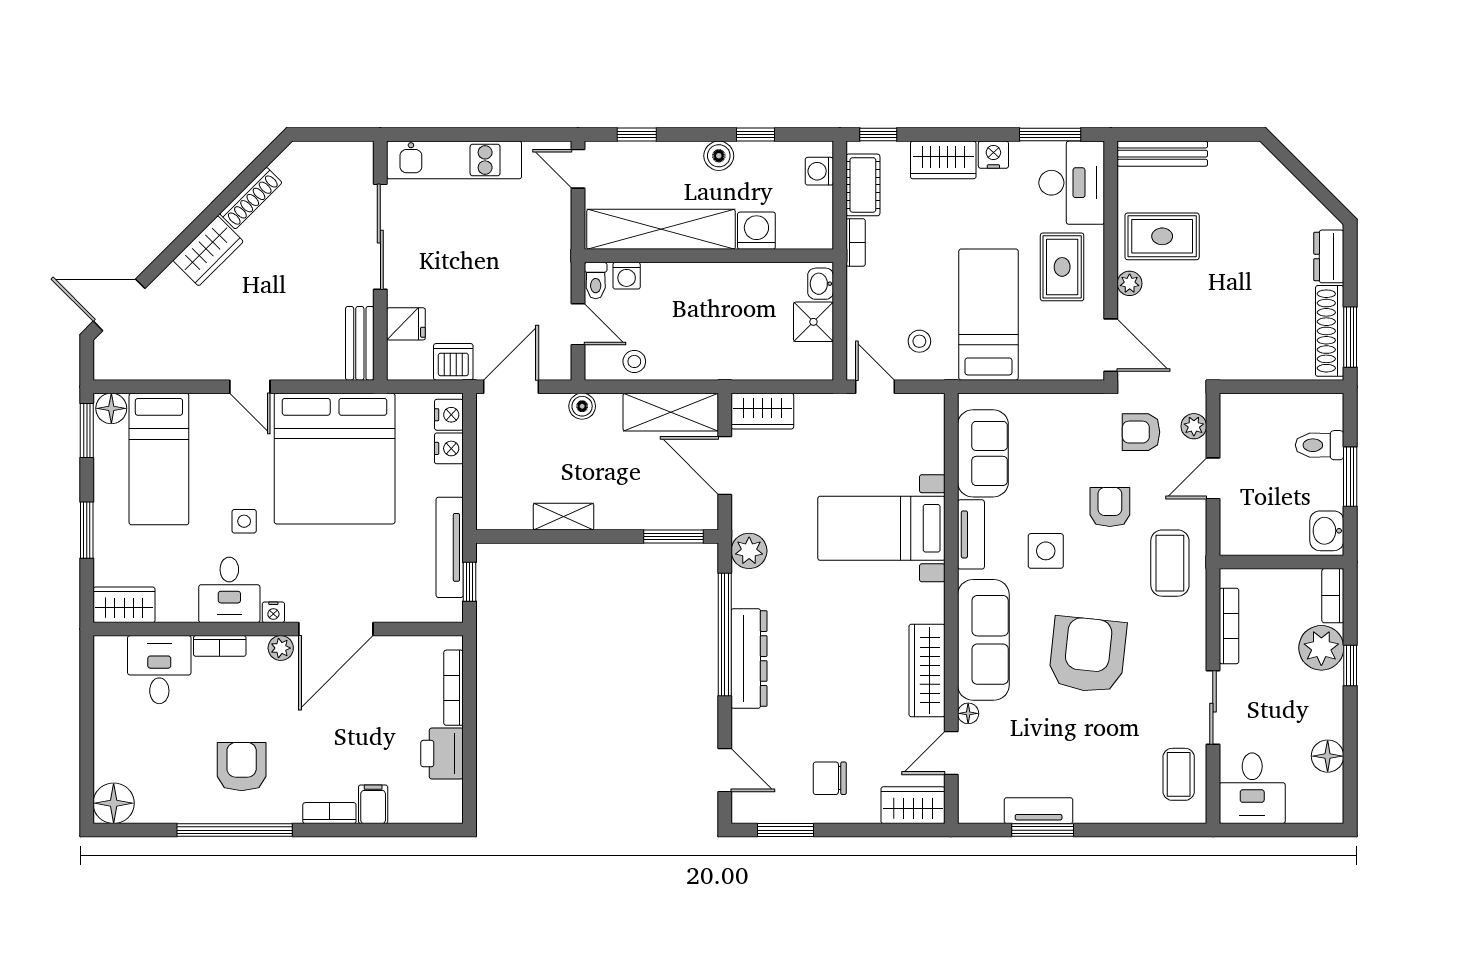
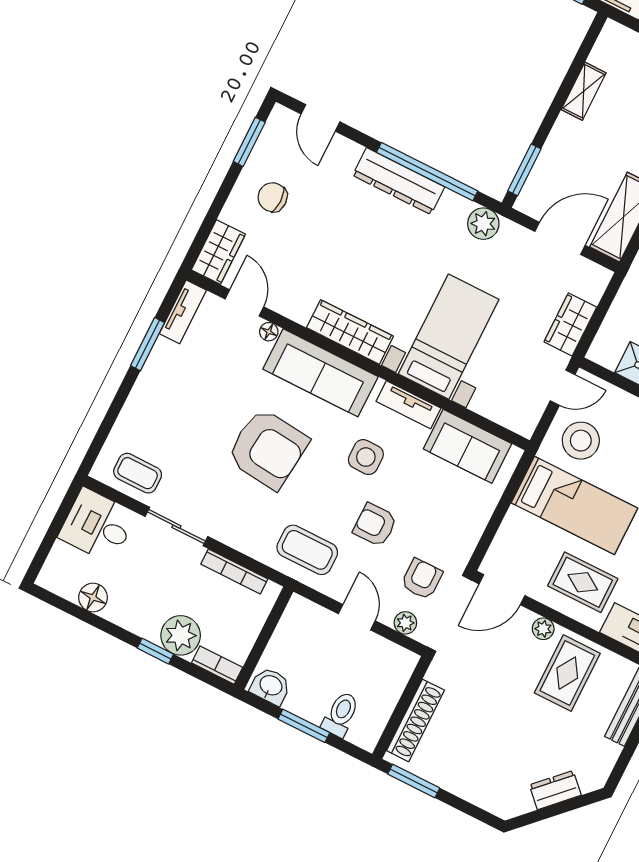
dresser: (1329, 256) -> (555, 790), moved, turned -45
shoe rack: (1330, 331) -> (415, 720), moved, turned 90
stool: (919, 341) -> (581, 441), width x1.89, depth x1.89
wardrobe: (762, 411) -> (570, 324), moved
armchair: (1110, 507) -> (375, 525), turned 180
wardrobe: (927, 670) -> (350, 332), moved
door: (725, 770) -> (320, 118), hinge flipped
chair: (830, 778) -> (273, 197), turned -90
tv unit: (1039, 811) -> (183, 312), moved

